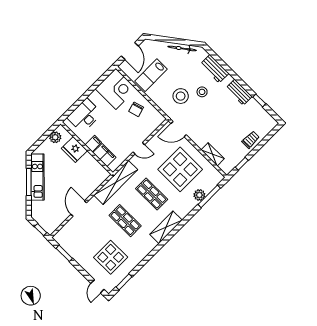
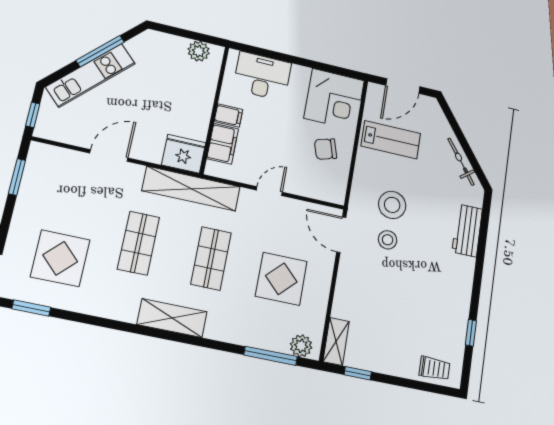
lab bench: (151, 75) -> (391, 140), turned 180
stool: (202, 92) -> (388, 240), moved
workbench: (239, 92) -> (460, 292), removed
trolley: (251, 140) -> (434, 368), moved
door: (139, 148) -> (269, 191), swing flipped
fridge: (74, 149) -> (184, 154), moved, turned 90
shelving: (213, 154) -> (336, 341), moved
display table: (180, 169) -> (281, 279), width x0.73, depth x0.73
kitchen unit: (37, 177) -> (91, 75), moved
plant: (199, 195) -> (301, 346), moved

